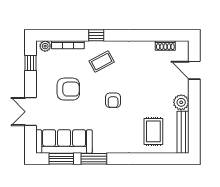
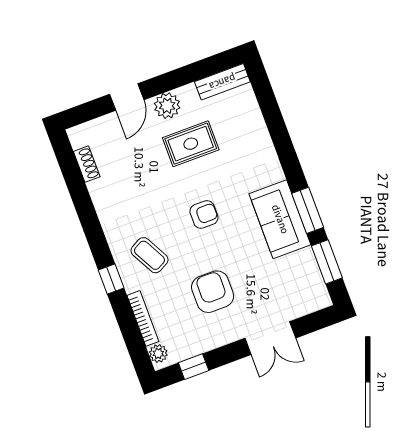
door: (194, 70) -> (127, 97), moved
rug: (153, 131) -> (191, 144), moved
bench: (183, 132) -> (222, 82), width x0.73
sofa: (64, 141) -> (280, 219), moved, width x0.73

